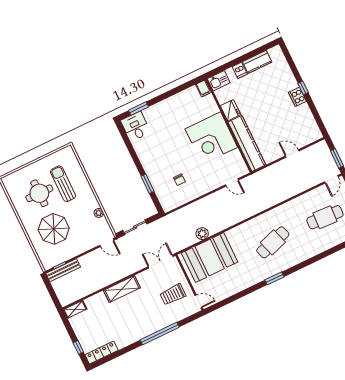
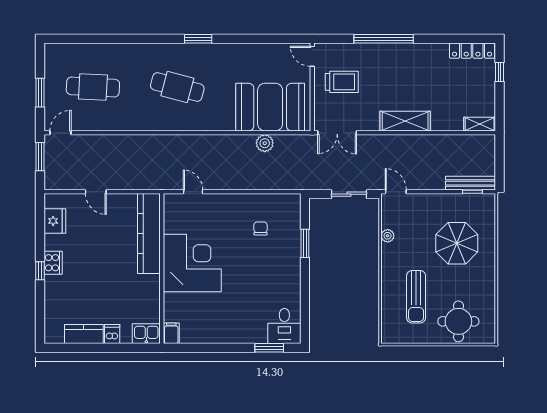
fridge: (230, 110) -> (55, 221), moved, turned 180
round table: (39, 193) -> (458, 321), moved
cafe table: (273, 242) -> (177, 87), turned 33

